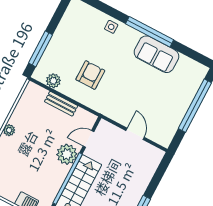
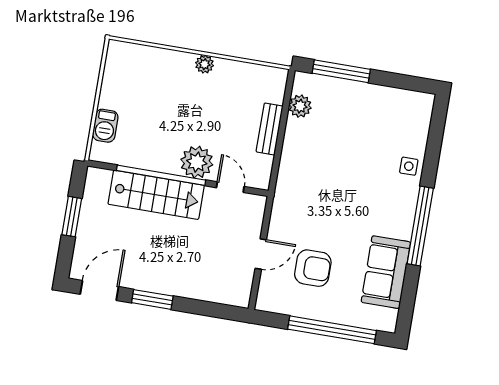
sofa: (157, 54) -> (386, 272), moved
armchair: (90, 75) -> (313, 268), moved

